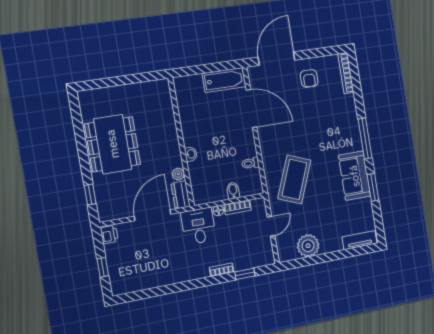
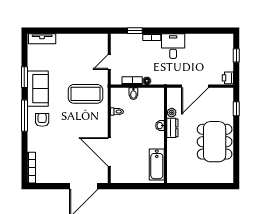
armchair: (309, 78) -> (42, 120), moved
bathtub: (224, 80) -> (157, 164), moved, turned -90
coffee table: (294, 179) -> (85, 94), turned 68
dresser: (181, 195) -> (172, 128), moved
desk: (199, 226) -> (173, 46), moved, turned 180
plant: (308, 246) -> (83, 42), removed

